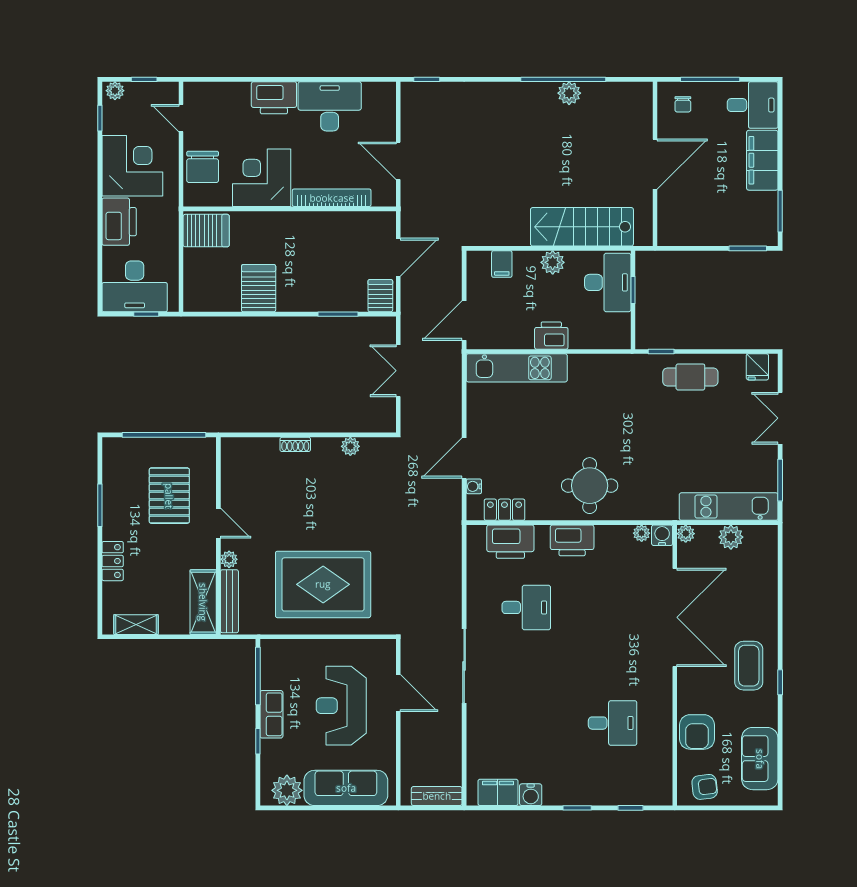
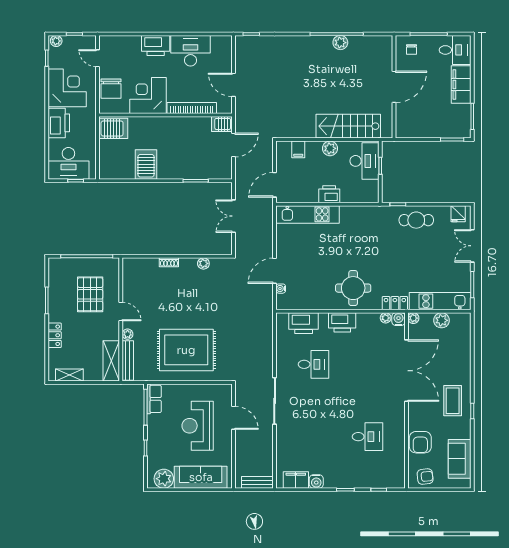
server rack: (380, 296) -> (222, 124), moved, turned -90
locker: (504, 510) -> (395, 303), moved
row of seats: (271, 714) -> (154, 399), moved

